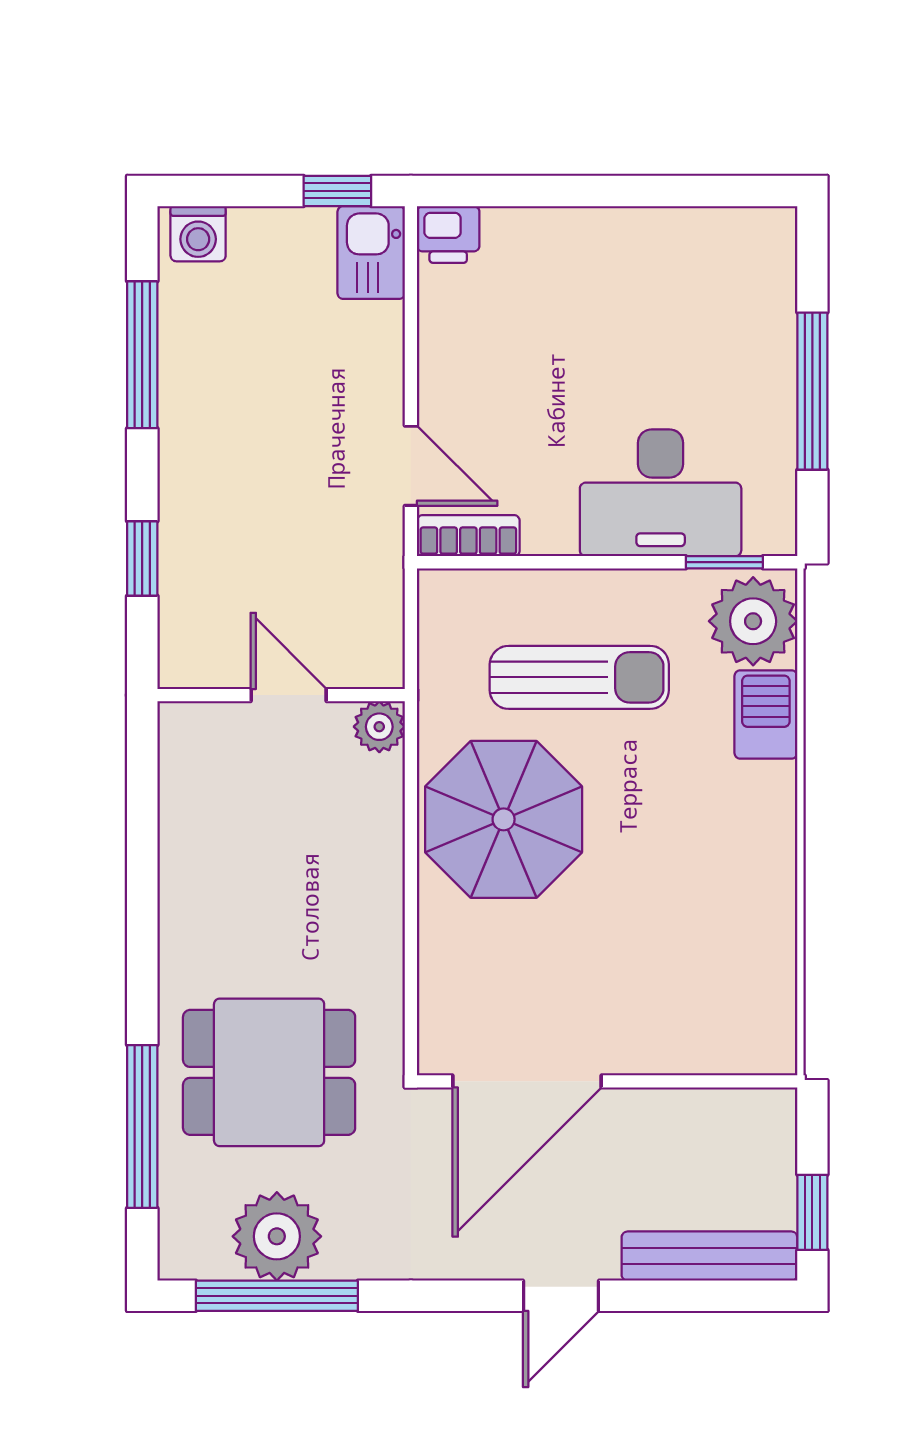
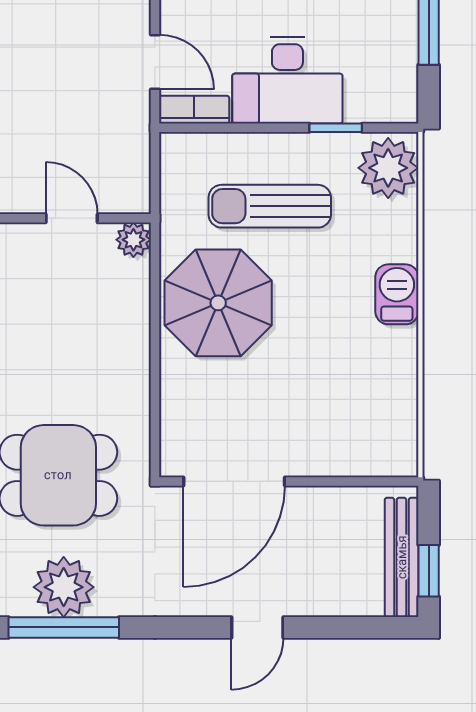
desk: (661, 493) -> (287, 80), moved
window: (724, 562) -> (336, 128), moved
sun lounger: (579, 677) -> (270, 206), turned 180
barbecue: (766, 715) -> (397, 294), moved
bench: (709, 1256) -> (402, 557), moved, turned 90

